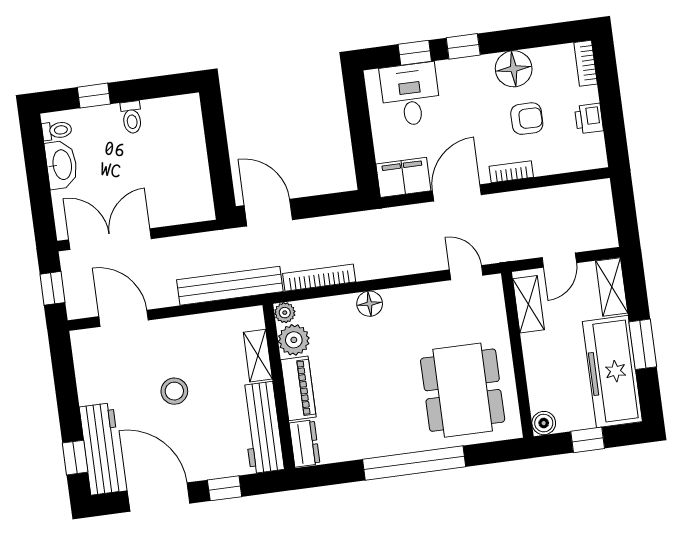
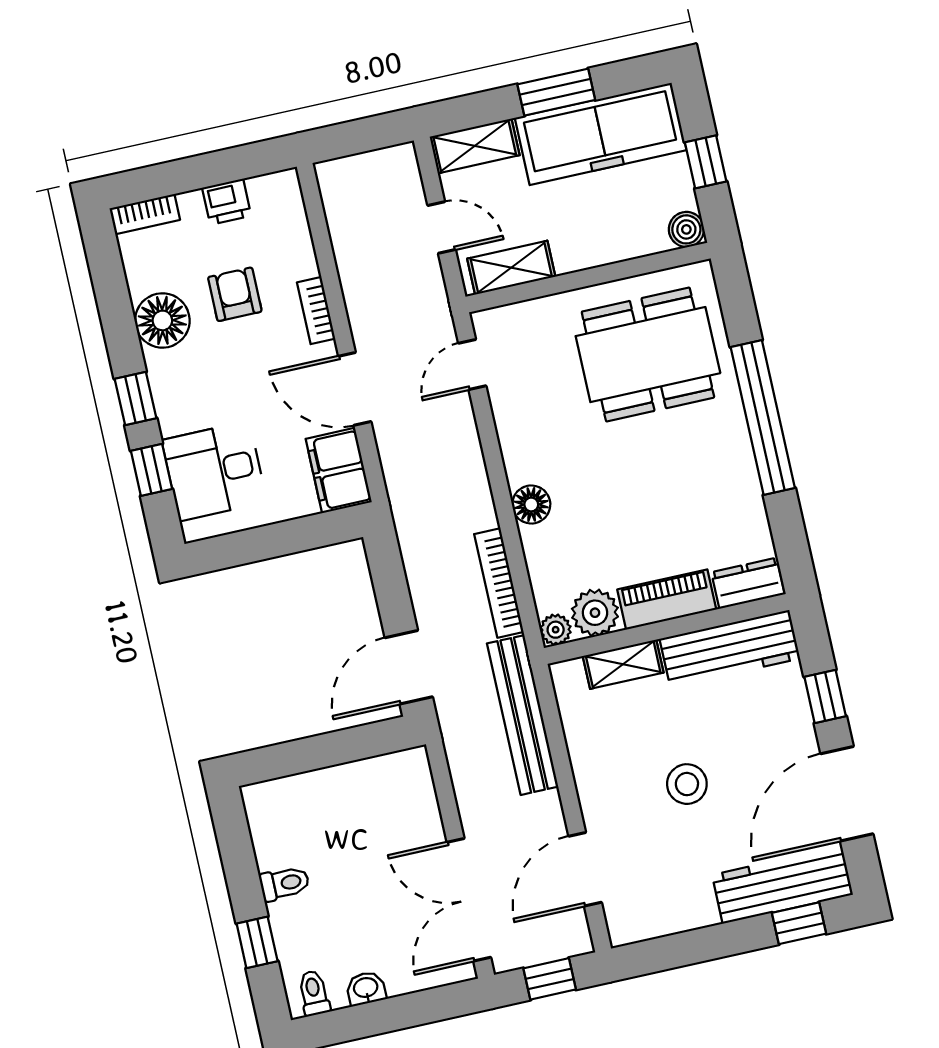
washbasin: (61, 165) -> (366, 988), width x0.52, depth x0.69

